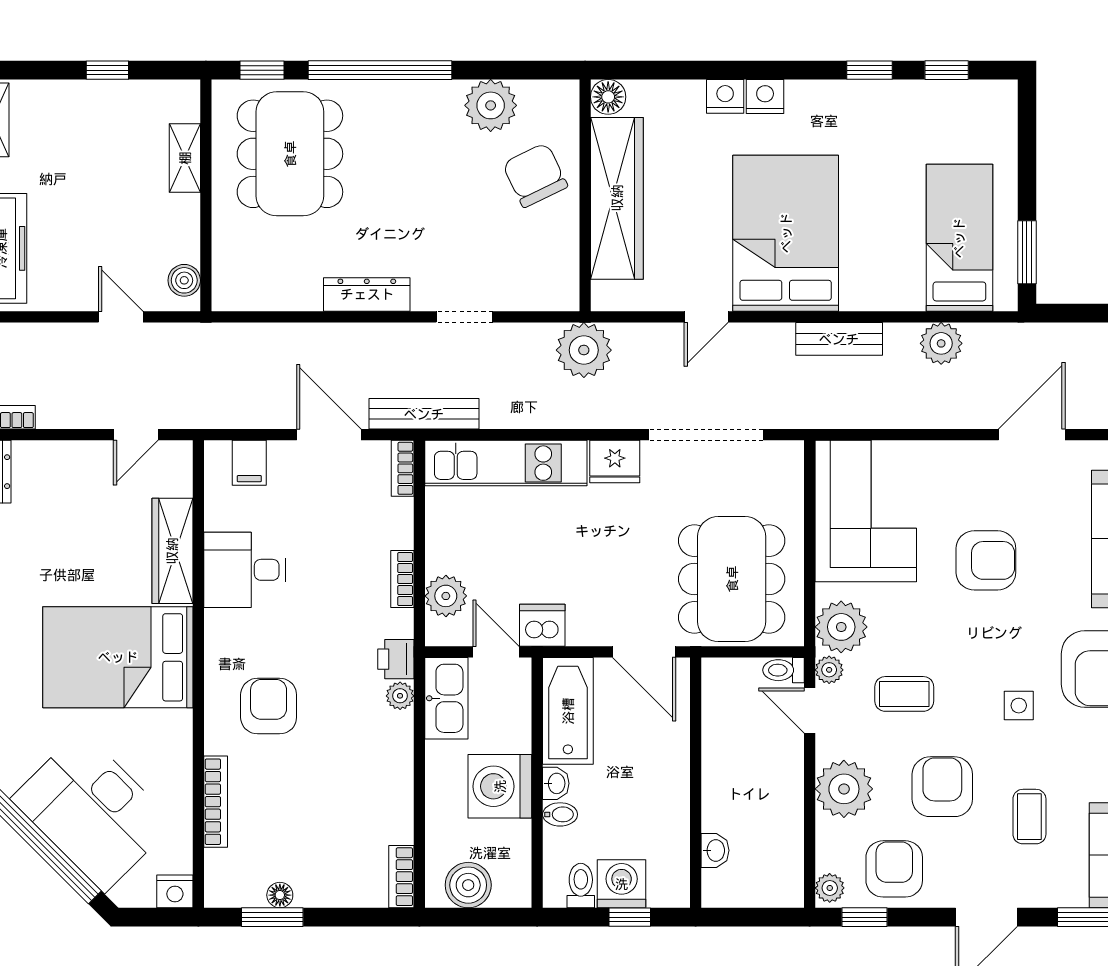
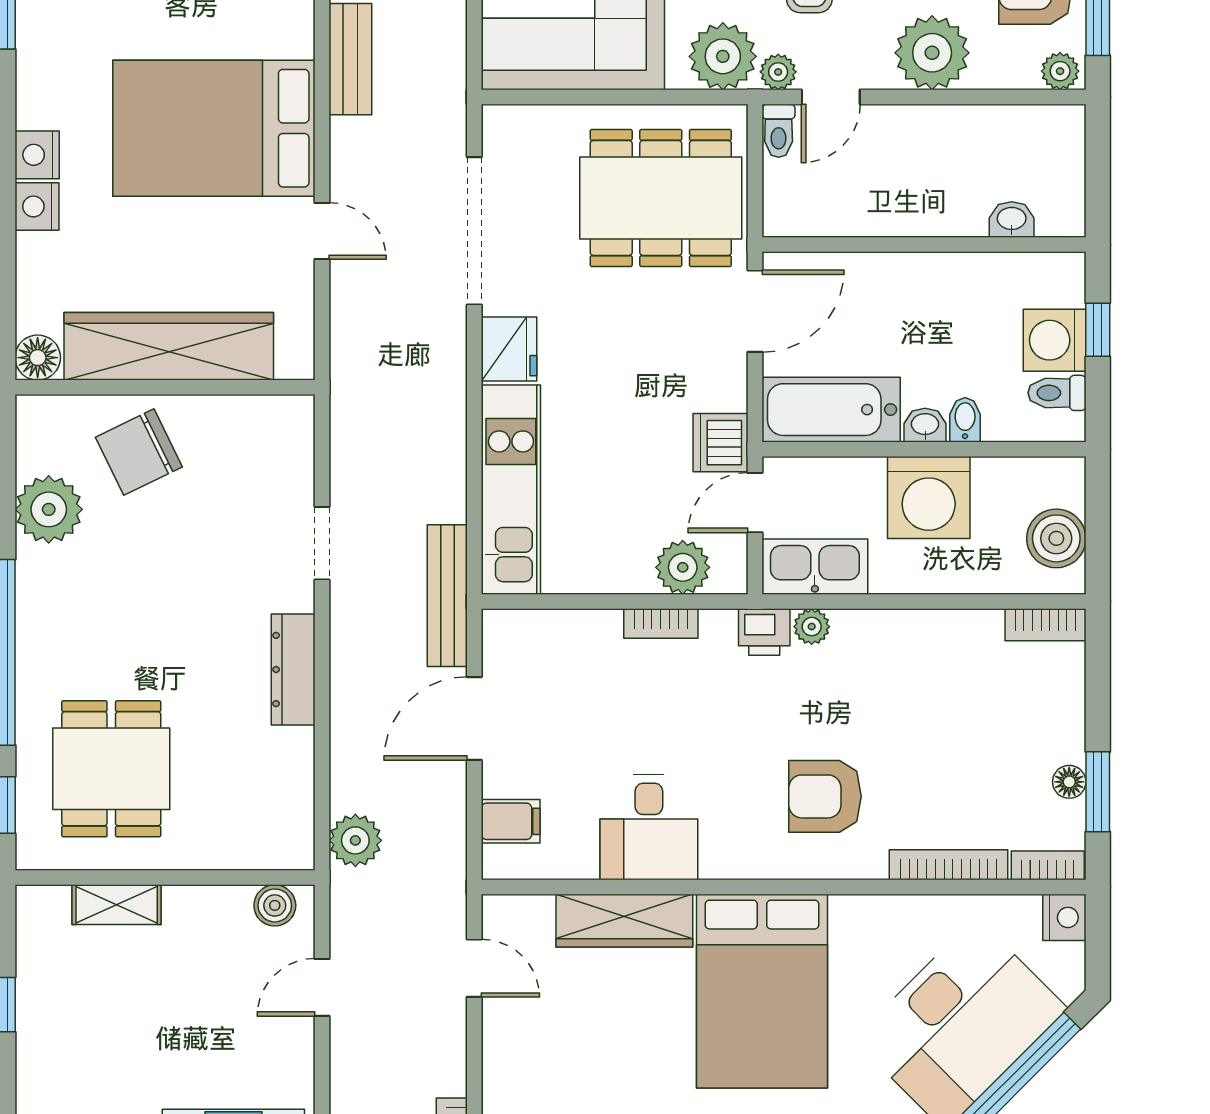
dining table: (290, 154) -> (111, 769), width x0.73
plant: (584, 350) -> (355, 840), moved, width x0.73, depth x0.73
bookcase: (403, 468) -> (1048, 865), moved, turned 180

